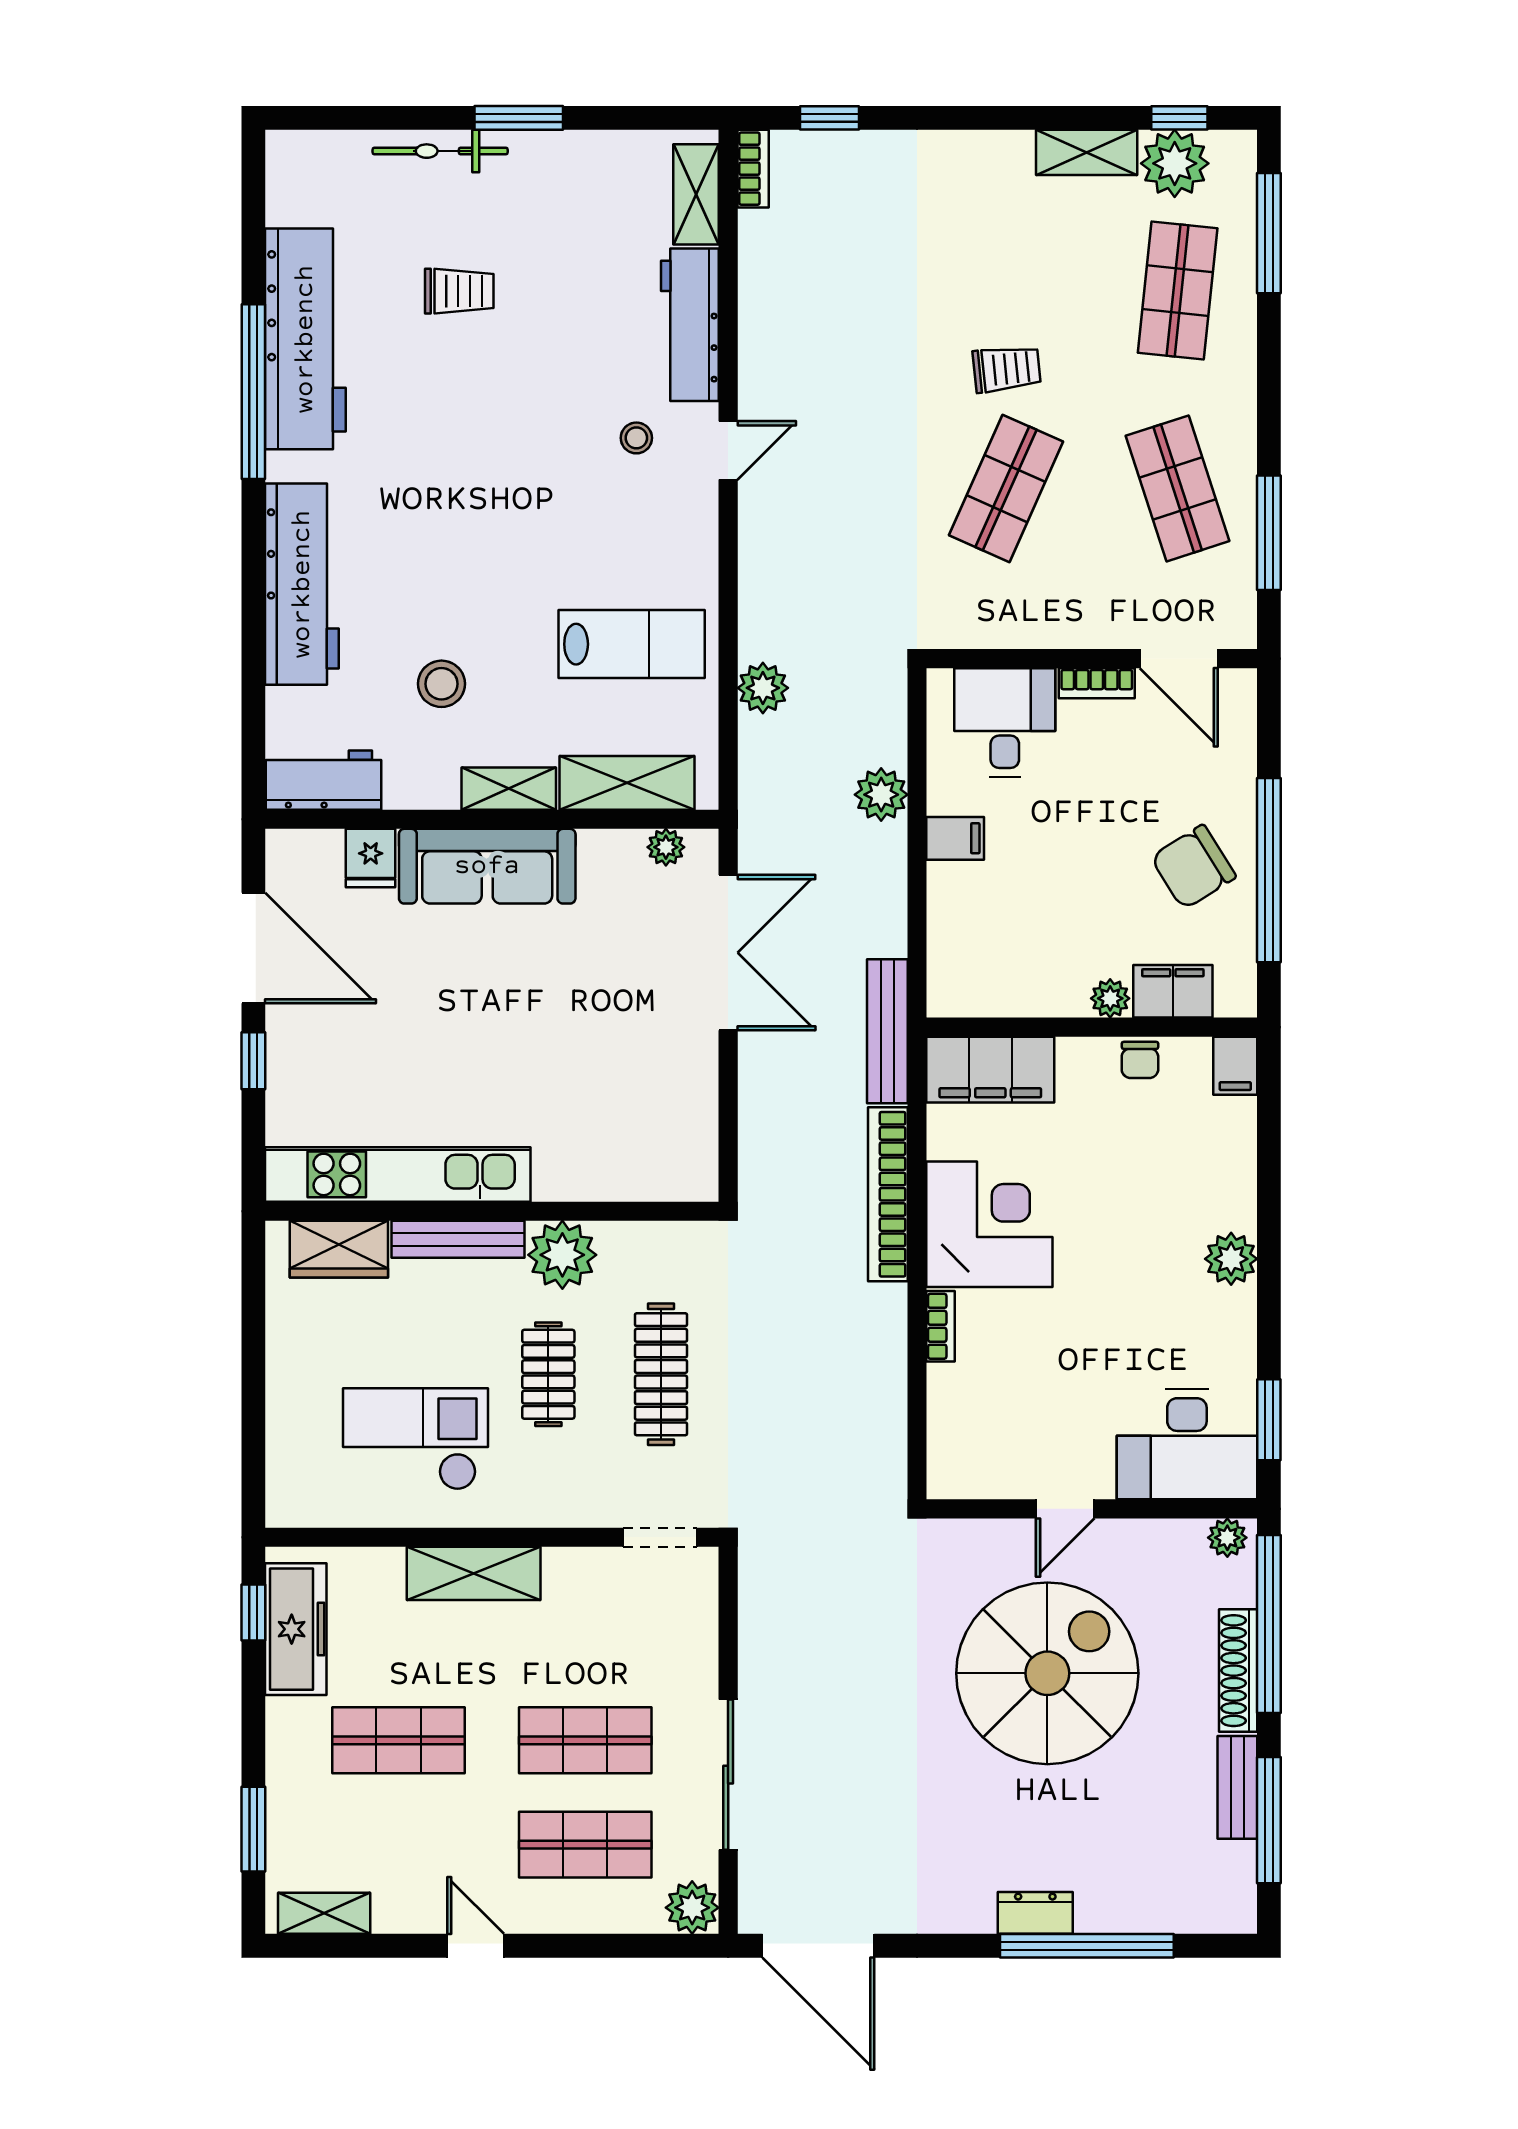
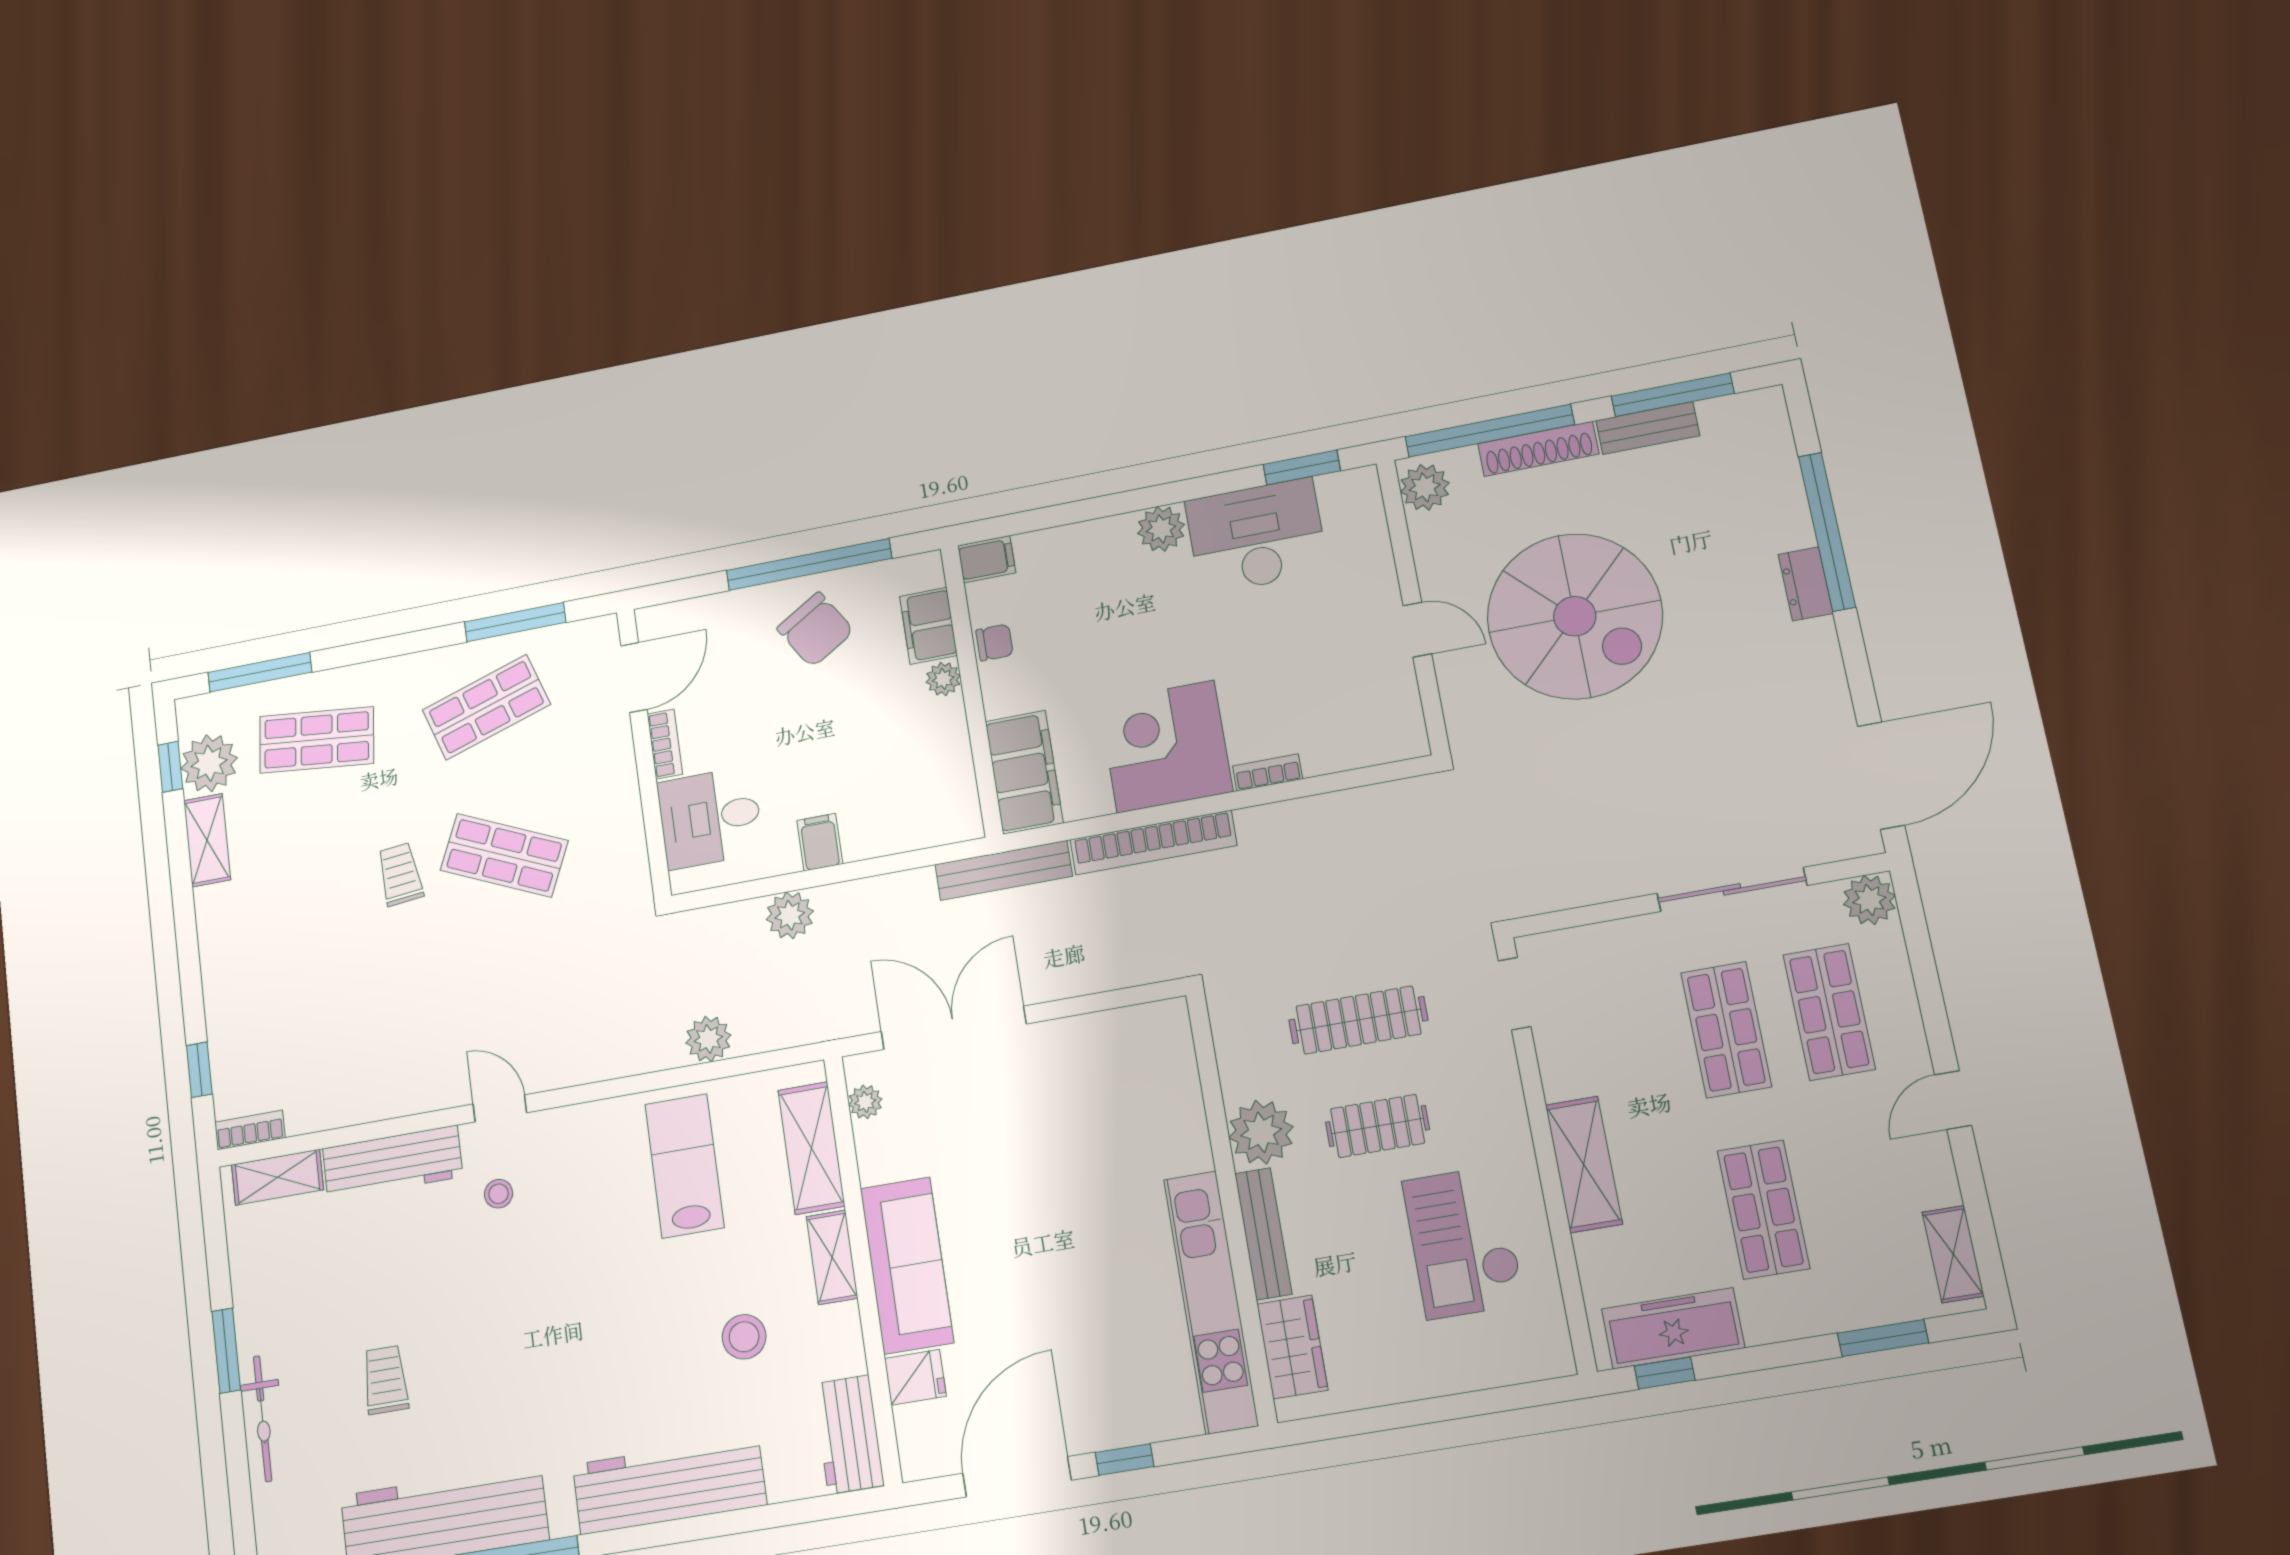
desk: (1187, 1444) -> (1256, 536), moved, turned -90
plant: (1227, 1538) -> (1425, 487), width x1.38, depth x1.38
spiral stairs: (1047, 1673) -> (1575, 616), turned 180

